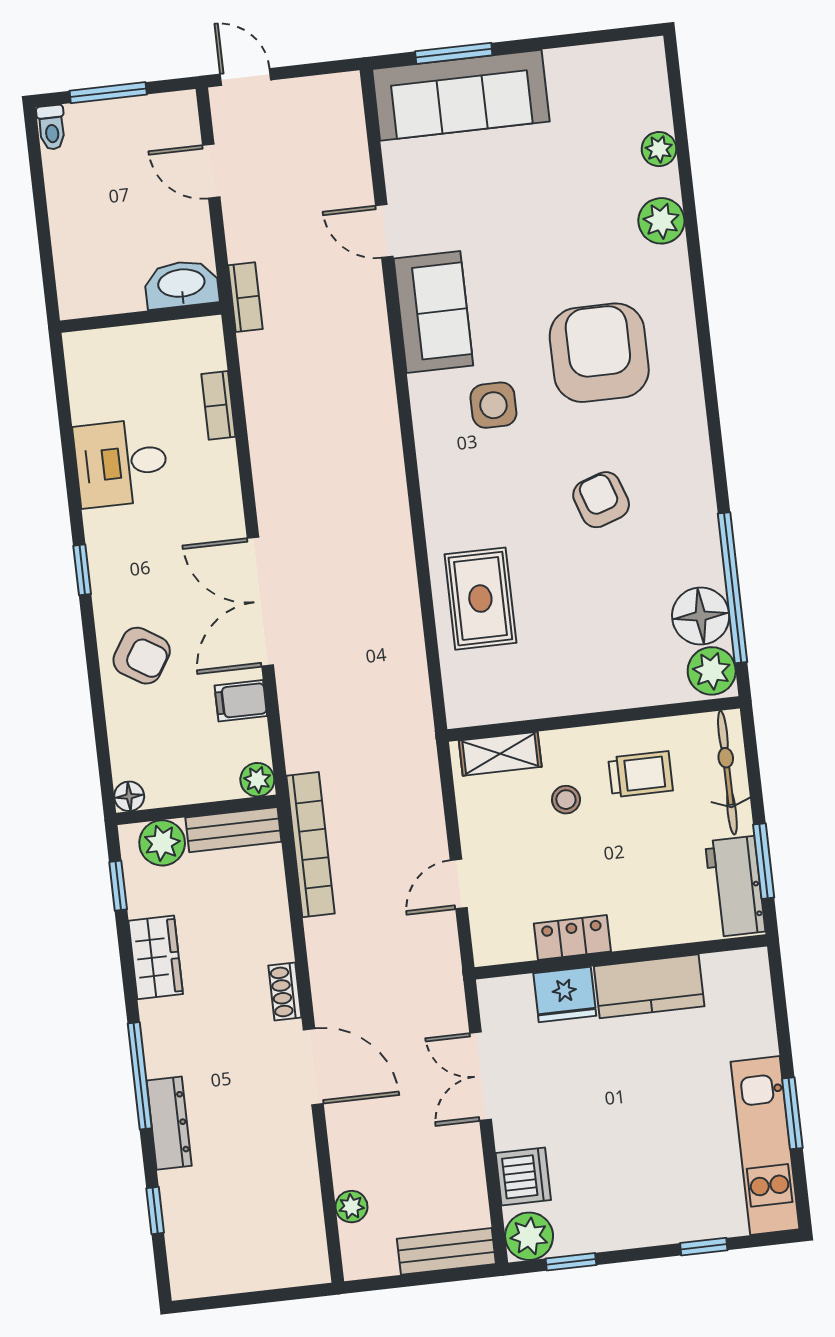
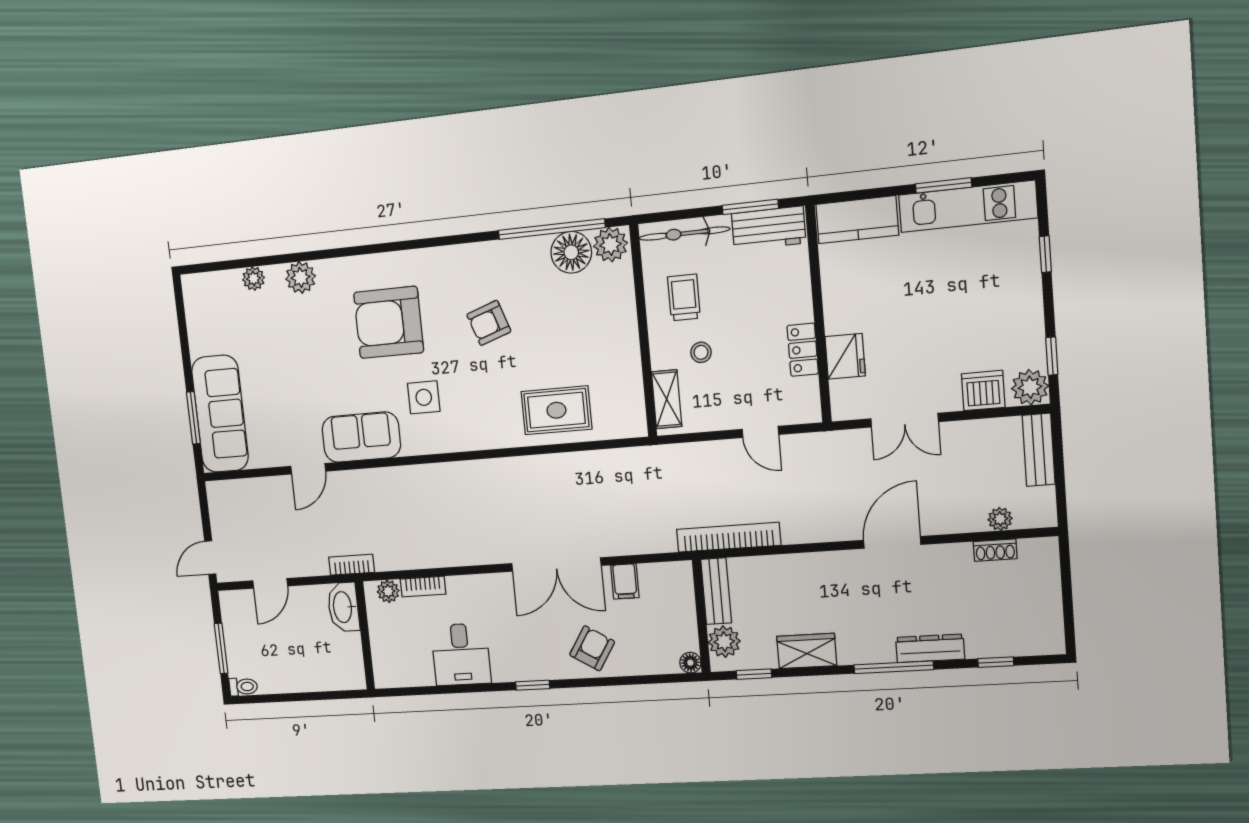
plant: (257, 780) -> (388, 591), moved
kitchen counter: (649, 986) -> (857, 220), moved, turned 90
shoe rack: (285, 992) -> (995, 550), moved

